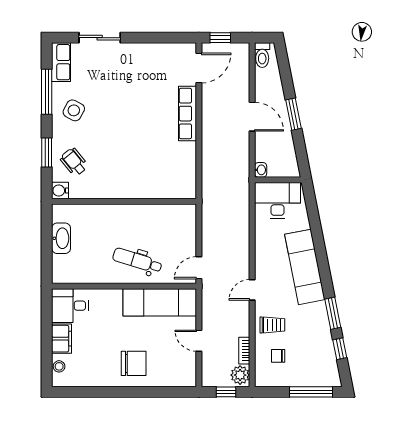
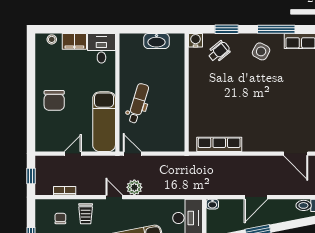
row of seats: (188, 114) -> (219, 144), moved
plant: (240, 375) -> (134, 187), moved

